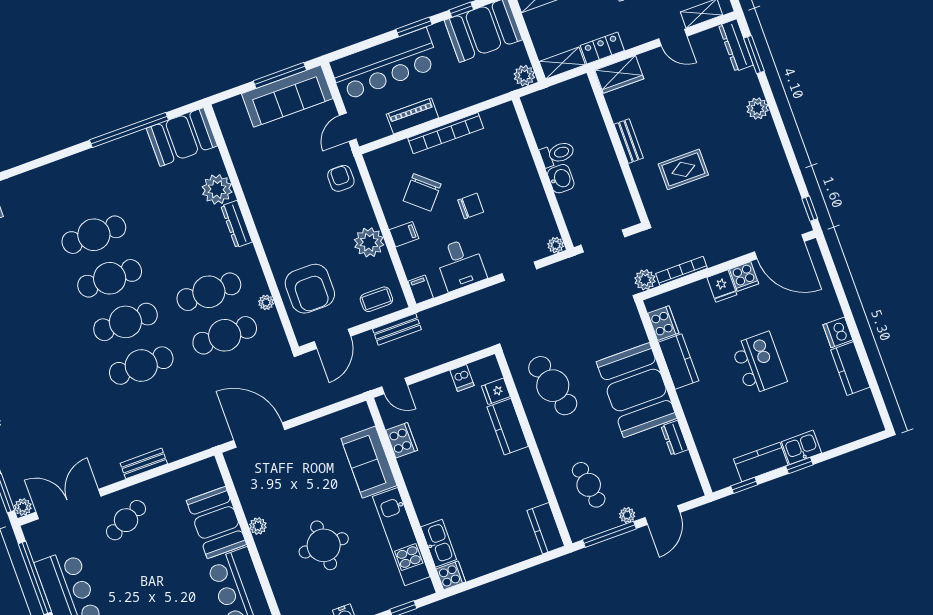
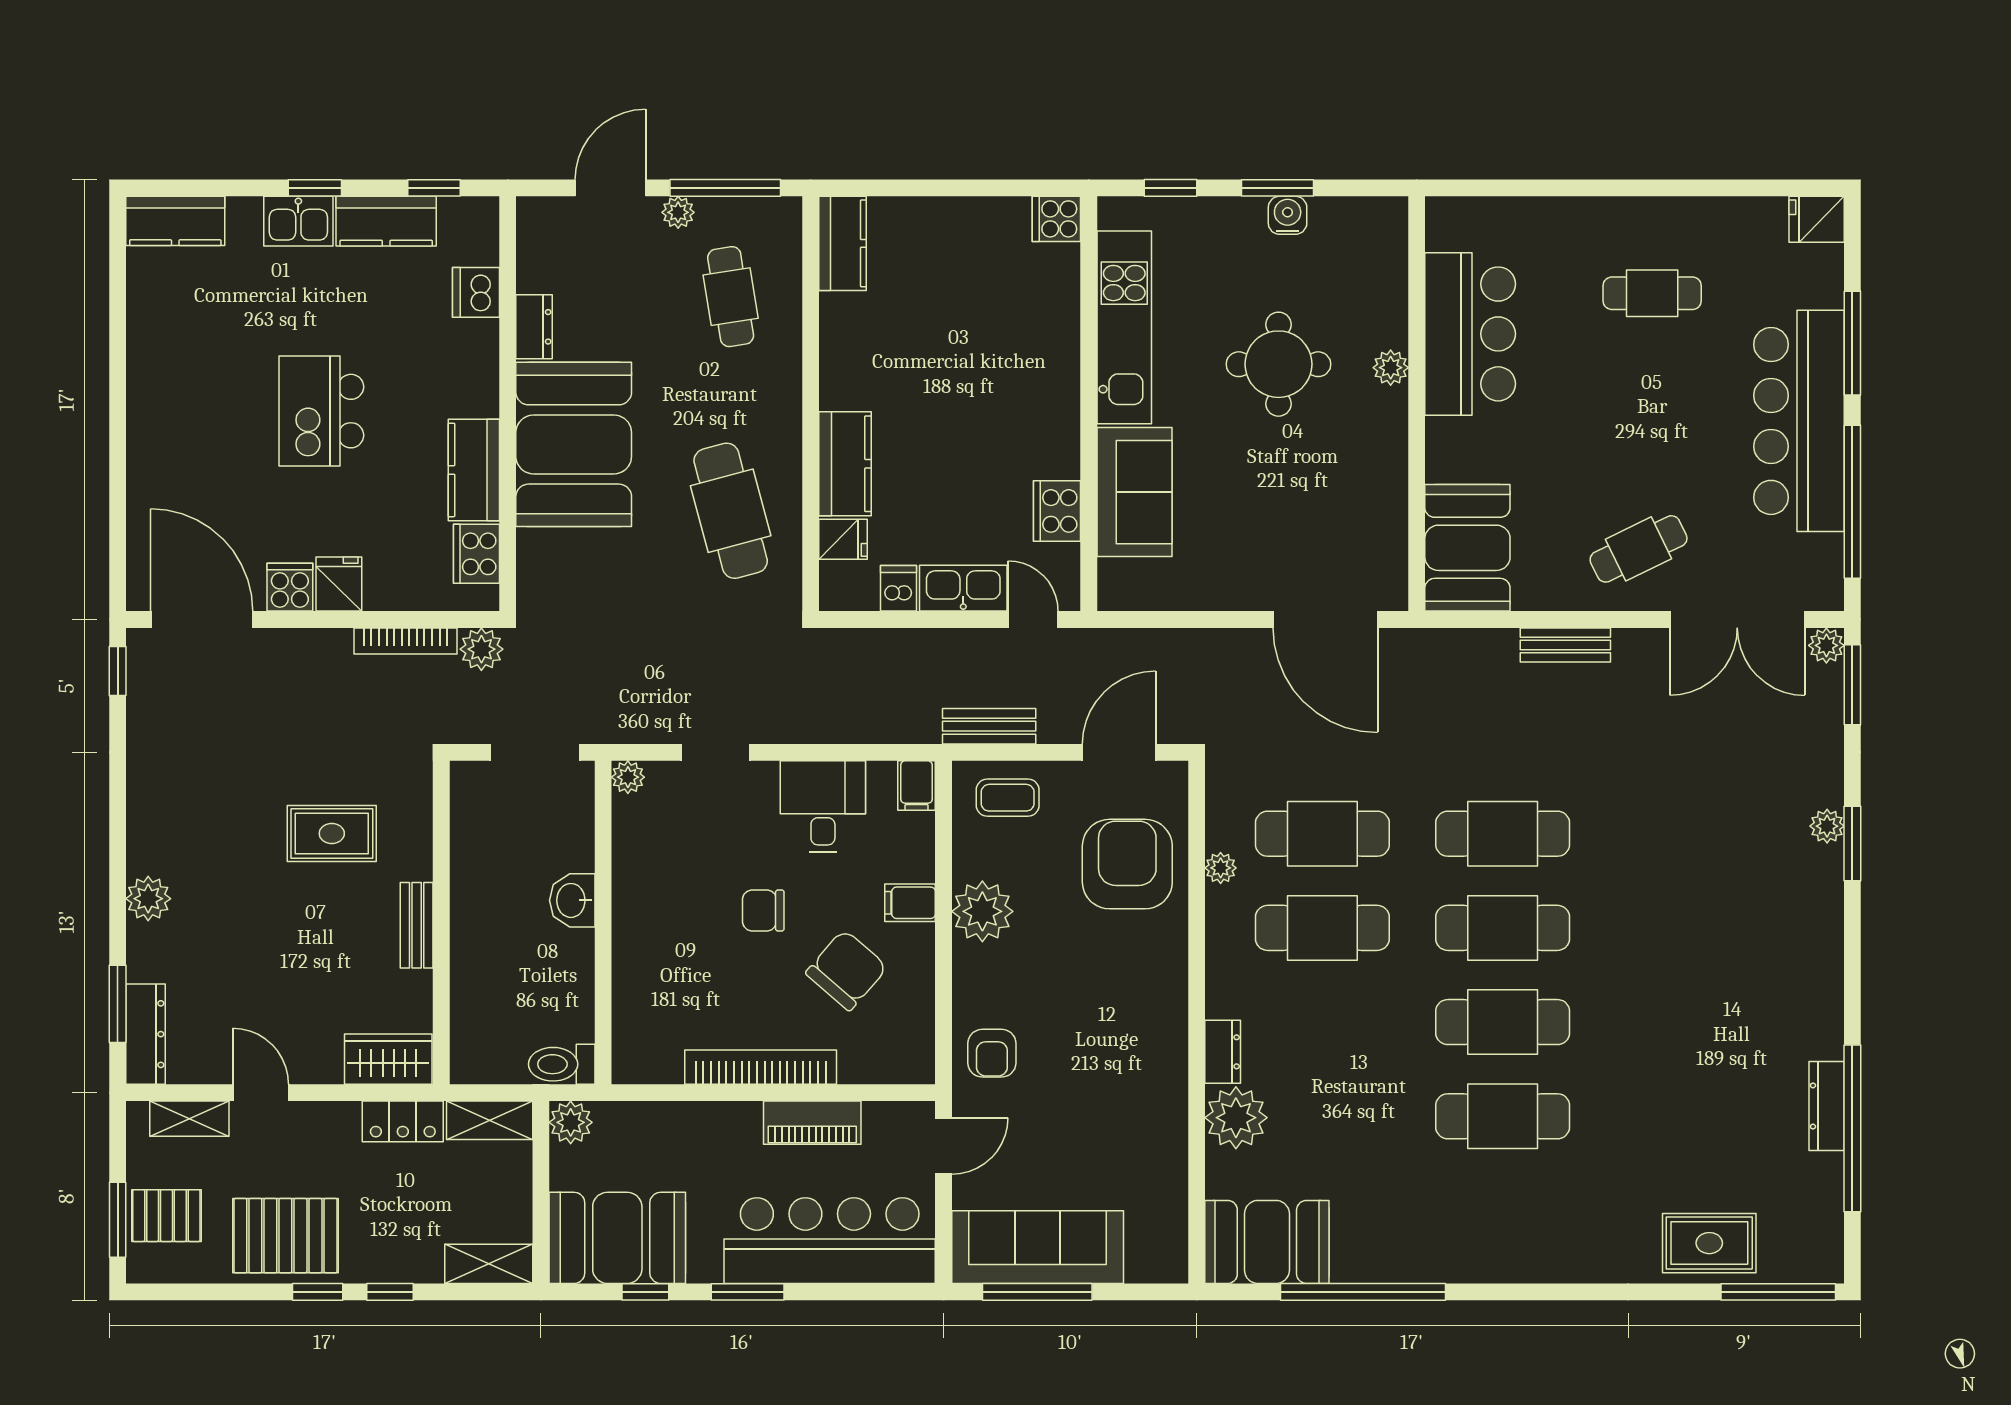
toilet: (557, 154) -> (562, 1064), moved
dresser: (237, 224) -> (1223, 1052), width x0.70
dishwasher: (838, 332) -> (476, 292), moved, turned 180
kitchen counter: (850, 369) -> (175, 221), moved, turned 90
booth: (216, 522) -> (1467, 548), moved
plant: (258, 526) -> (1391, 368), moved
kitchen sink: (439, 543) -> (963, 588), moved, turned 90

